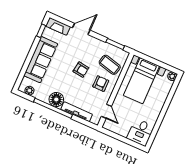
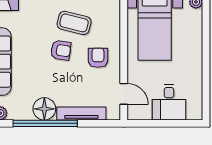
coffee table: (110, 65) -> (74, 23), moved
desk: (141, 132) -> (169, 102), moved

